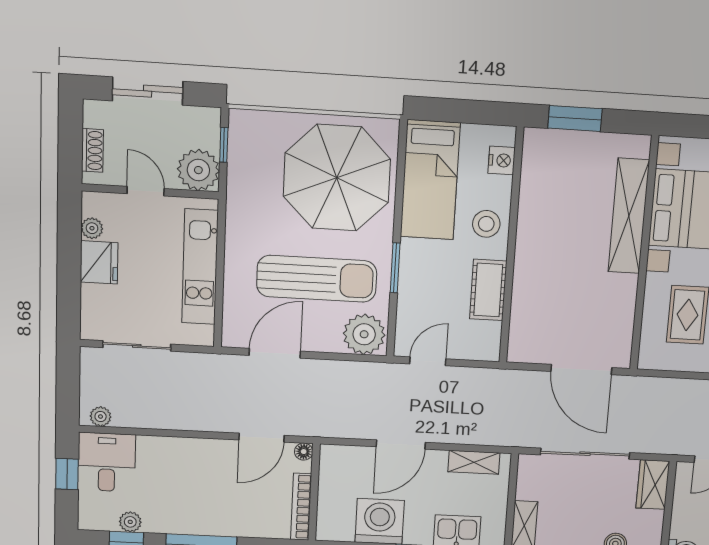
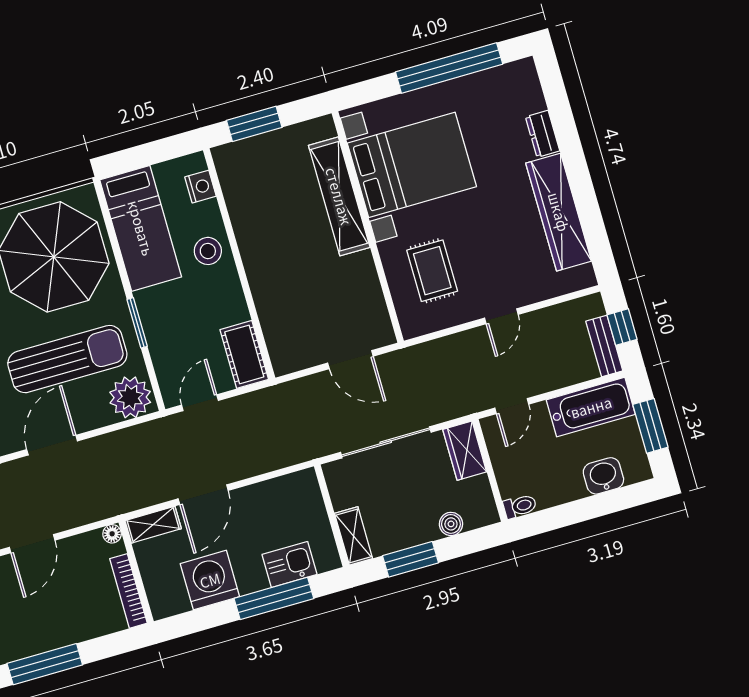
cot: (488, 290) -> (244, 354), moved
door: (581, 369) -> (350, 360), width x0.73
door: (261, 438) -> (32, 544), moved
shelving: (474, 462) -> (153, 525), moved

